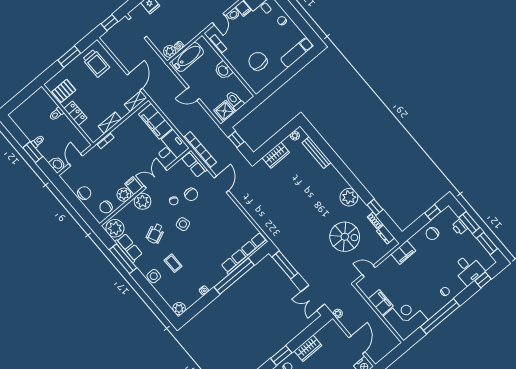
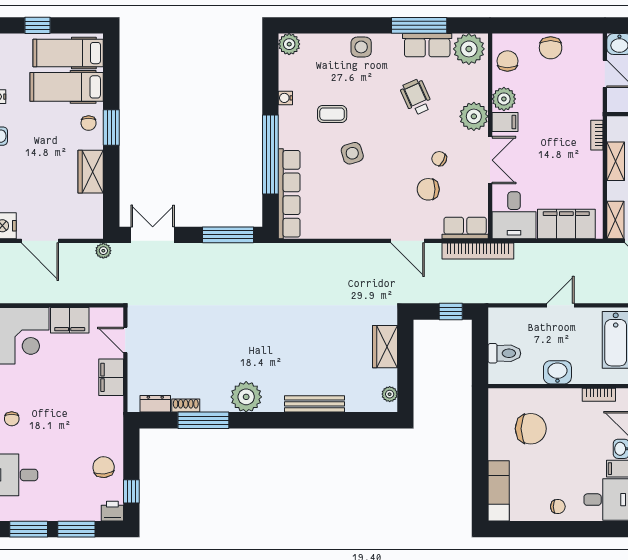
shower: (225, 111) -> (502, 328), removed
bench: (317, 153) -> (314, 404), moved
window: (375, 207) -> (203, 420), width x2.17
side table: (183, 224) -> (352, 153), moved
printer: (460, 227) -> (112, 511), moved
spiral stairs: (345, 237) -> (198, 347), removed
filing cabinet: (403, 252) -> (111, 377), moved
coffee table: (173, 263) -> (332, 114), moved
door: (369, 271) -> (125, 340), swing flipped

